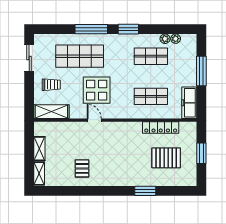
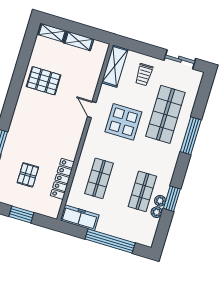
window: (128, 29) -> (172, 199), moved
plant: (176, 39) -> (160, 201), moved
window: (201, 71) -> (110, 241), width x1.46
door: (94, 120) -> (92, 110), swing flipped
pallet: (166, 158) -> (28, 175), width x0.67, depth x0.71
pallet: (82, 168) -> (44, 81), width x1.50, depth x1.42

